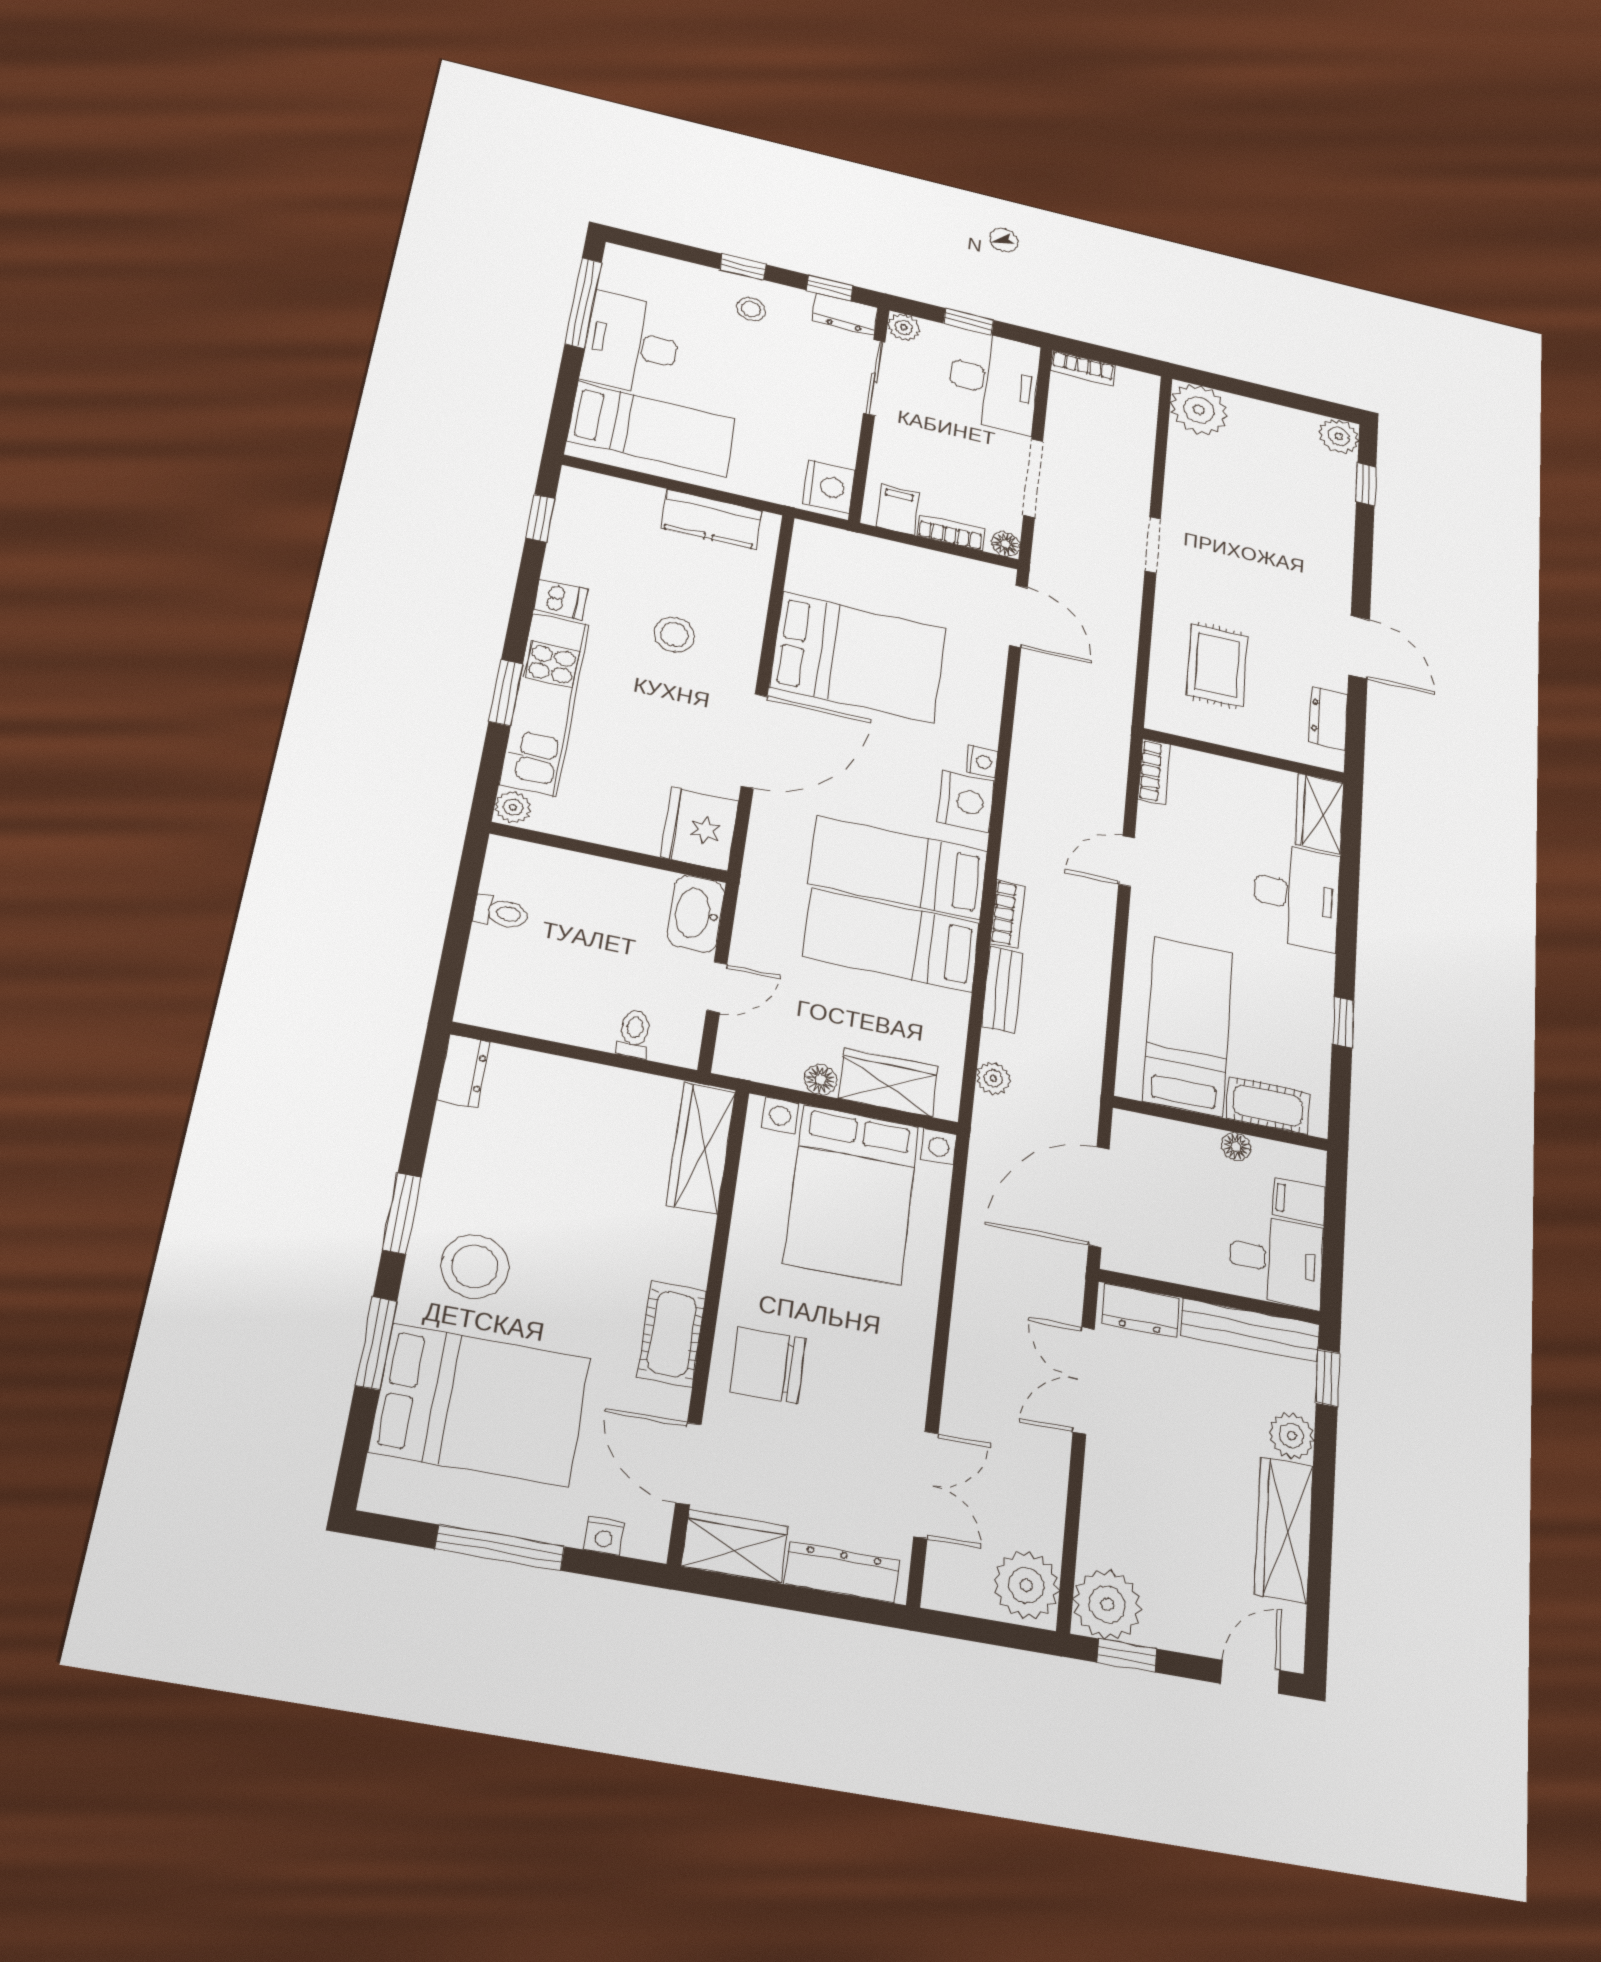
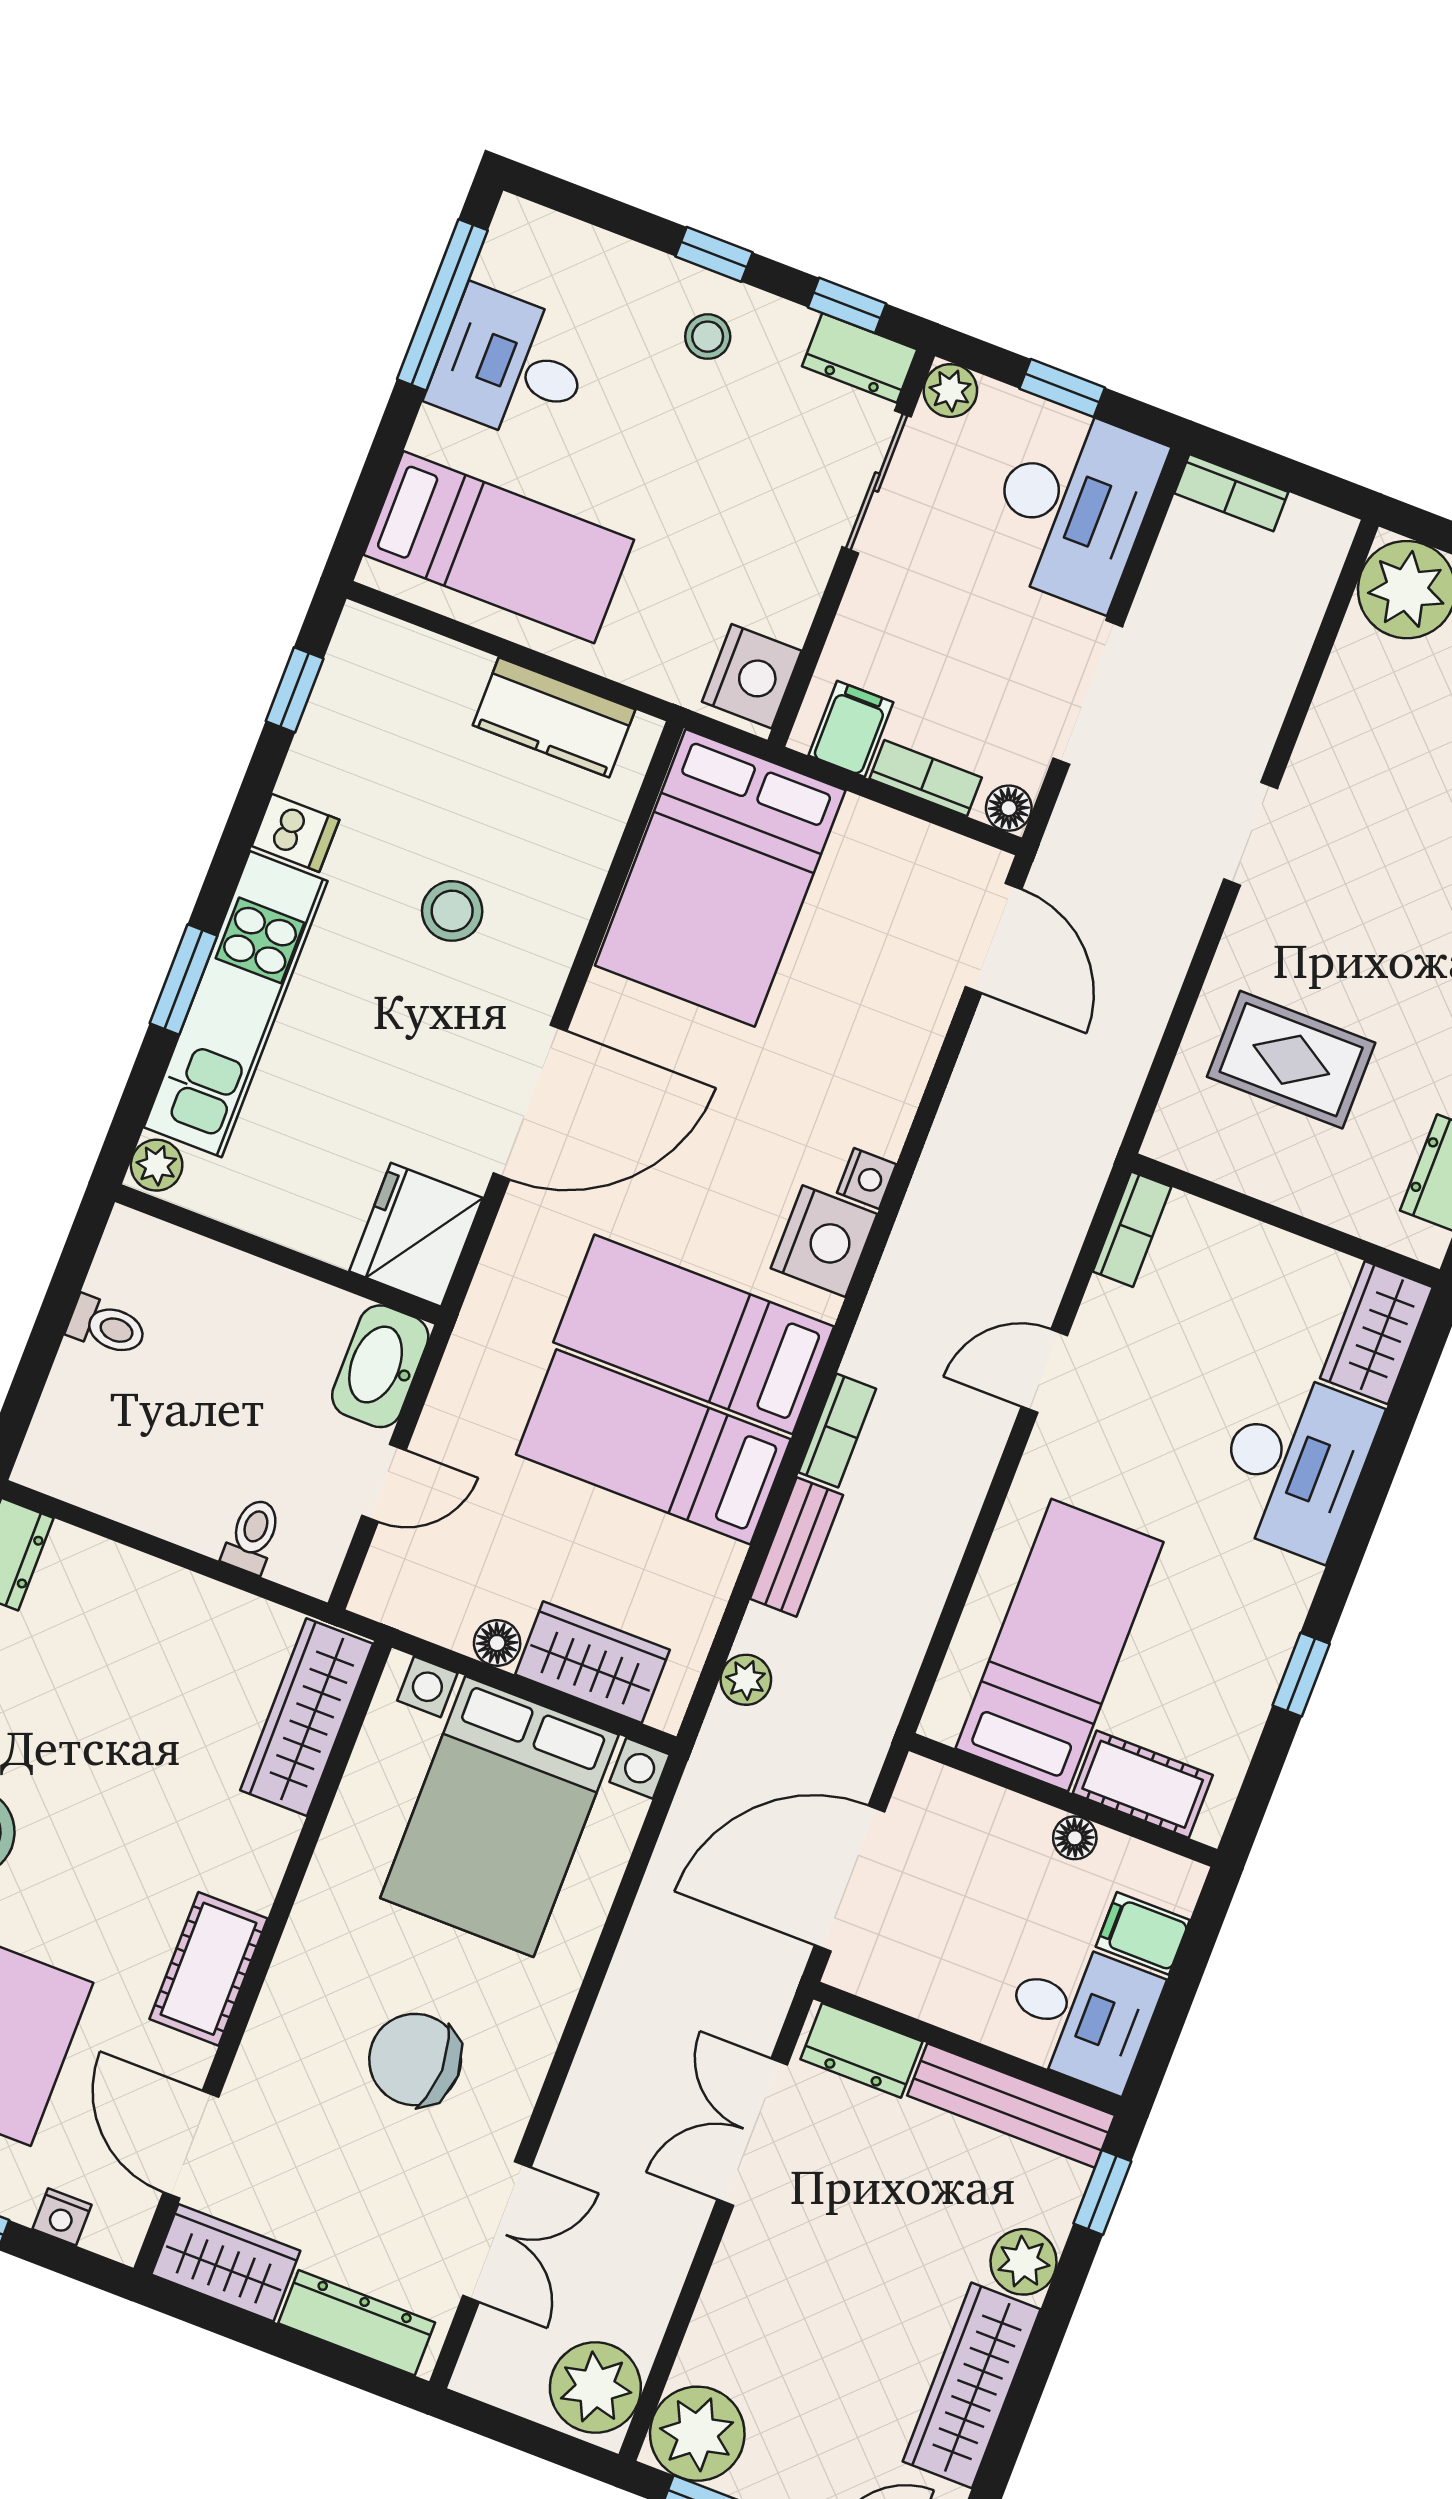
desk: (632, 344) -> (511, 366), width x0.73
bed: (858, 657) -> (720, 878), moved, turned 90
rug: (1217, 665) -> (1291, 1060), turned 90
chair: (768, 1365) -> (415, 2060), moved

